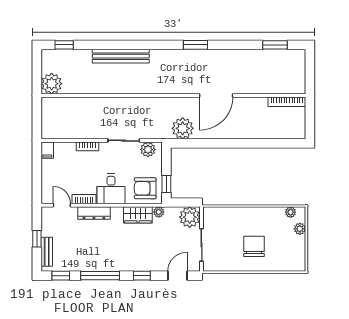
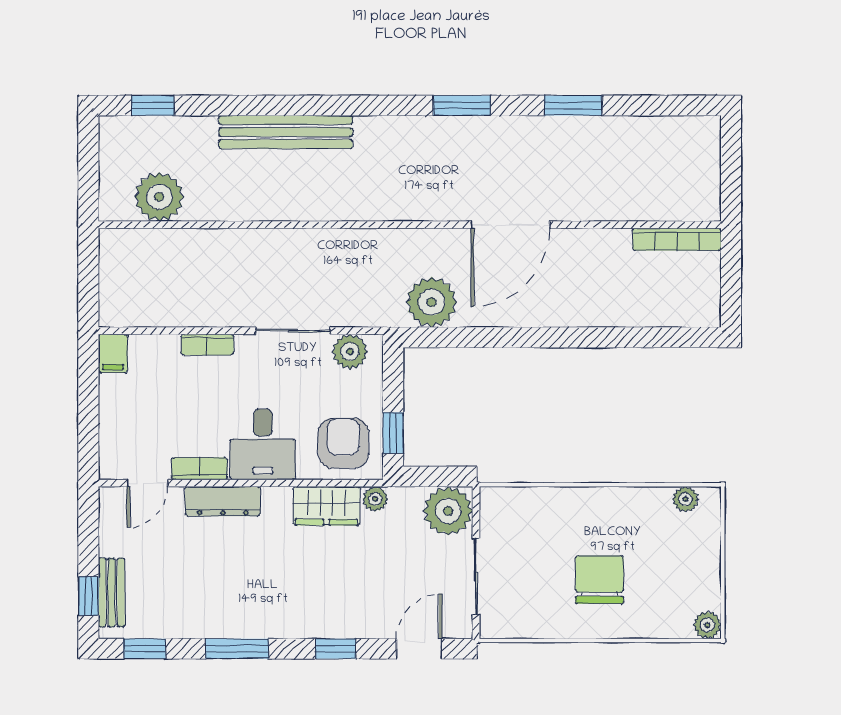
window: (275, 45) -> (573, 105), moved
plant: (52, 84) -> (159, 197), moved
armchair: (145, 188) -> (343, 443), turned 90
door: (62, 205) -> (147, 483), swing flipped
plant: (300, 229) -> (707, 625), moved
window: (37, 239) -> (88, 596), moved
window: (100, 276) -> (237, 649), width x0.69

